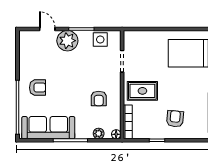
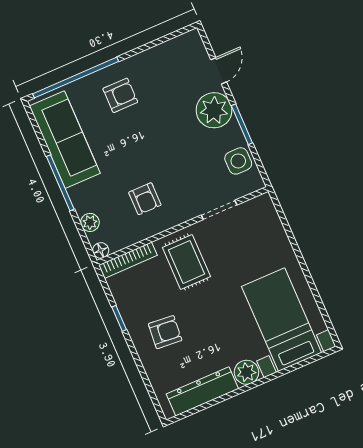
armchair: (38, 88) -> (120, 95), turned -90
armchair: (99, 98) -> (145, 199), turned -90

